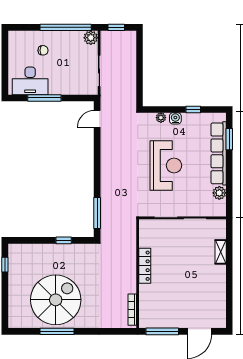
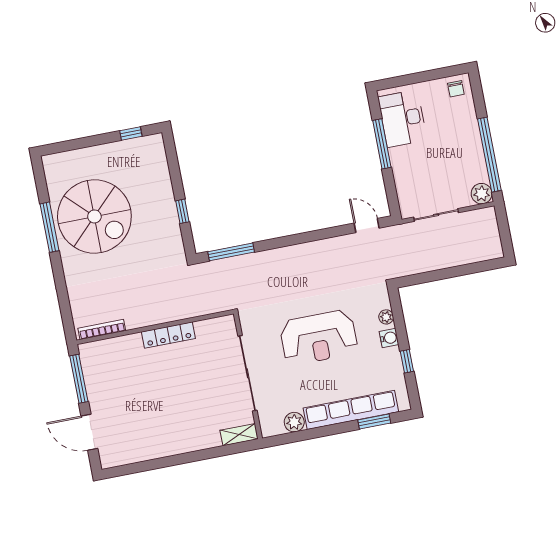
window: (116, 27) -> (504, 227), removed
chair: (43, 50) -> (456, 89), moved
shelving: (221, 252) -> (239, 435), moved

